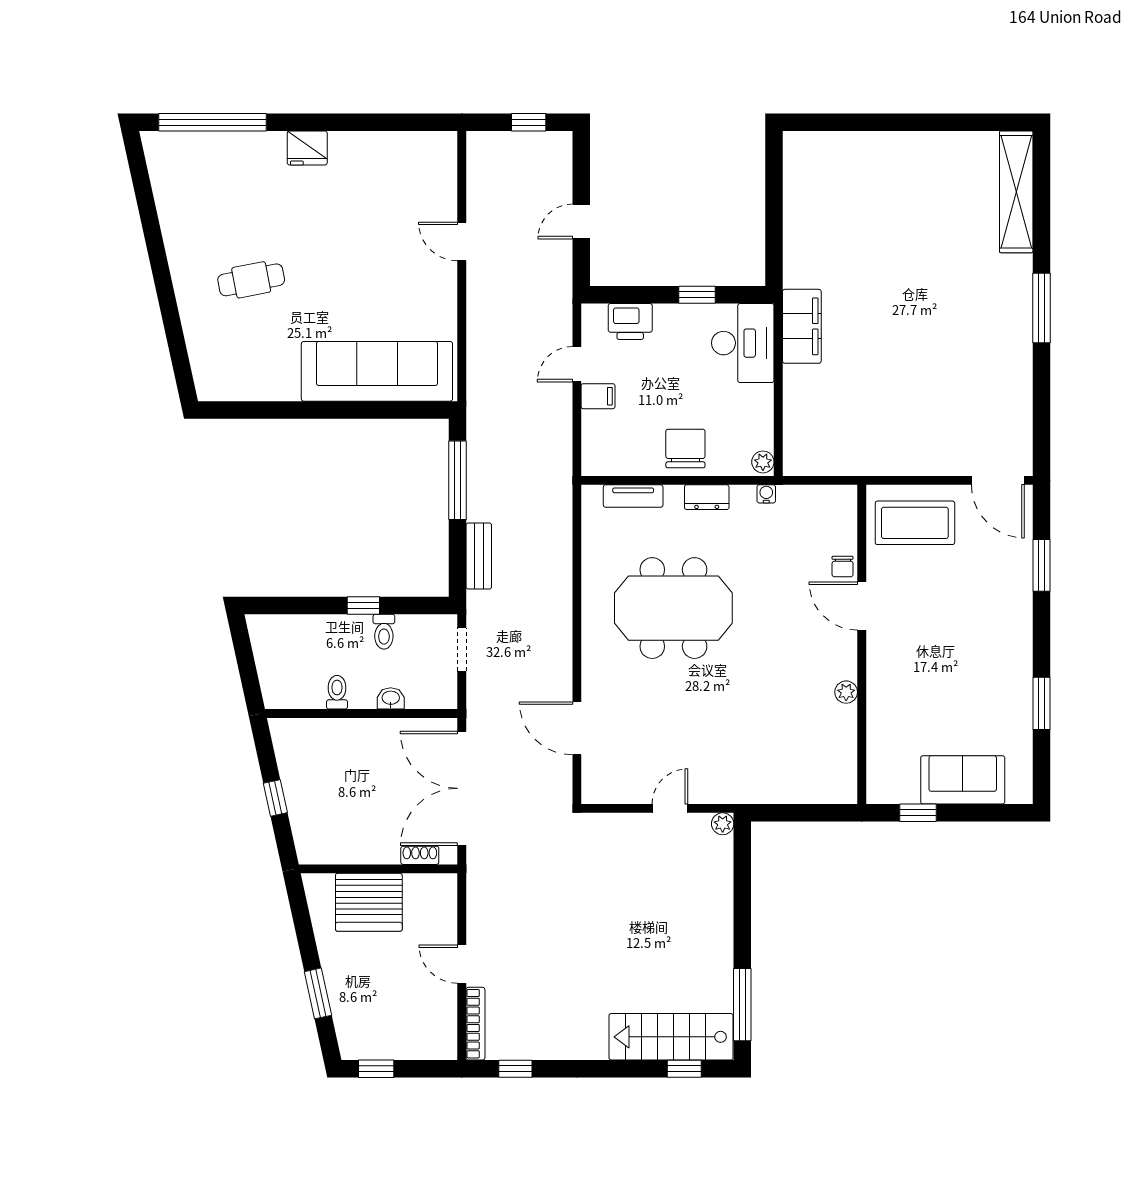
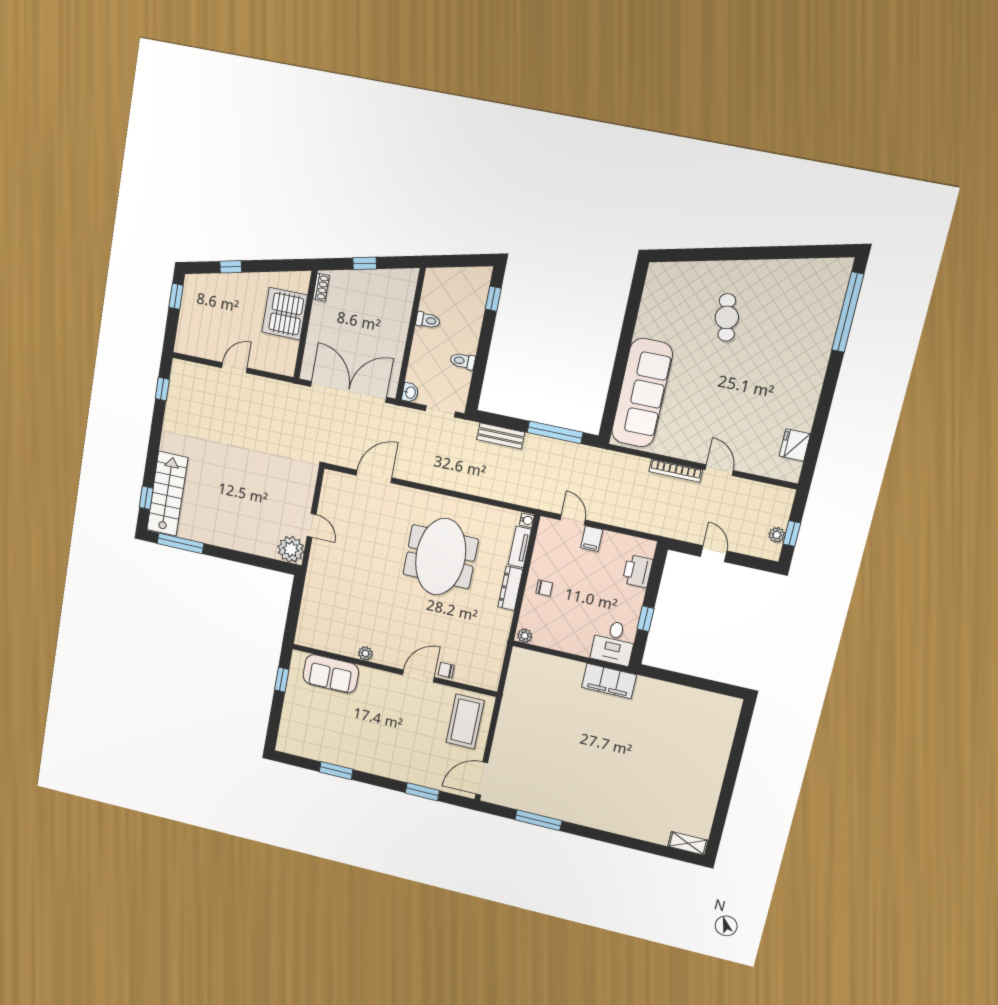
plant: (535, 142) -> (777, 535), added
fridge: (307, 148) -> (795, 445), moved
shelving: (1016, 192) -> (688, 843), width x0.45, depth x0.75
door: (462, 241) -> (719, 470), hinge flipped
window: (1042, 308) -> (538, 820), moved
desk: (743, 343) -> (614, 643), width x0.73
door: (577, 364) -> (573, 520), moved
chair: (685, 449) -> (544, 588), width x0.54, depth x0.54
water cooler: (766, 494) -> (527, 520), moved
dresser: (707, 497) -> (510, 588), width x1.44
window: (363, 606) -> (493, 299), moved
washbasin: (391, 698) -> (410, 393), moved
sofa: (963, 780) -> (331, 674), moved, turned 90
plant: (723, 824) -> (291, 549), width x1.88, depth x1.88
shoe rack: (420, 855) -> (321, 287), moved
window: (318, 993) -> (231, 267), width x0.67
bookcase: (475, 1024) -> (676, 471), moved

